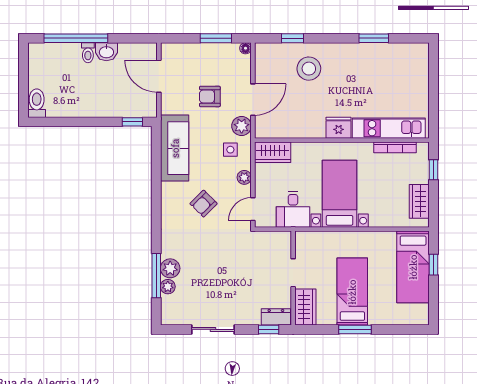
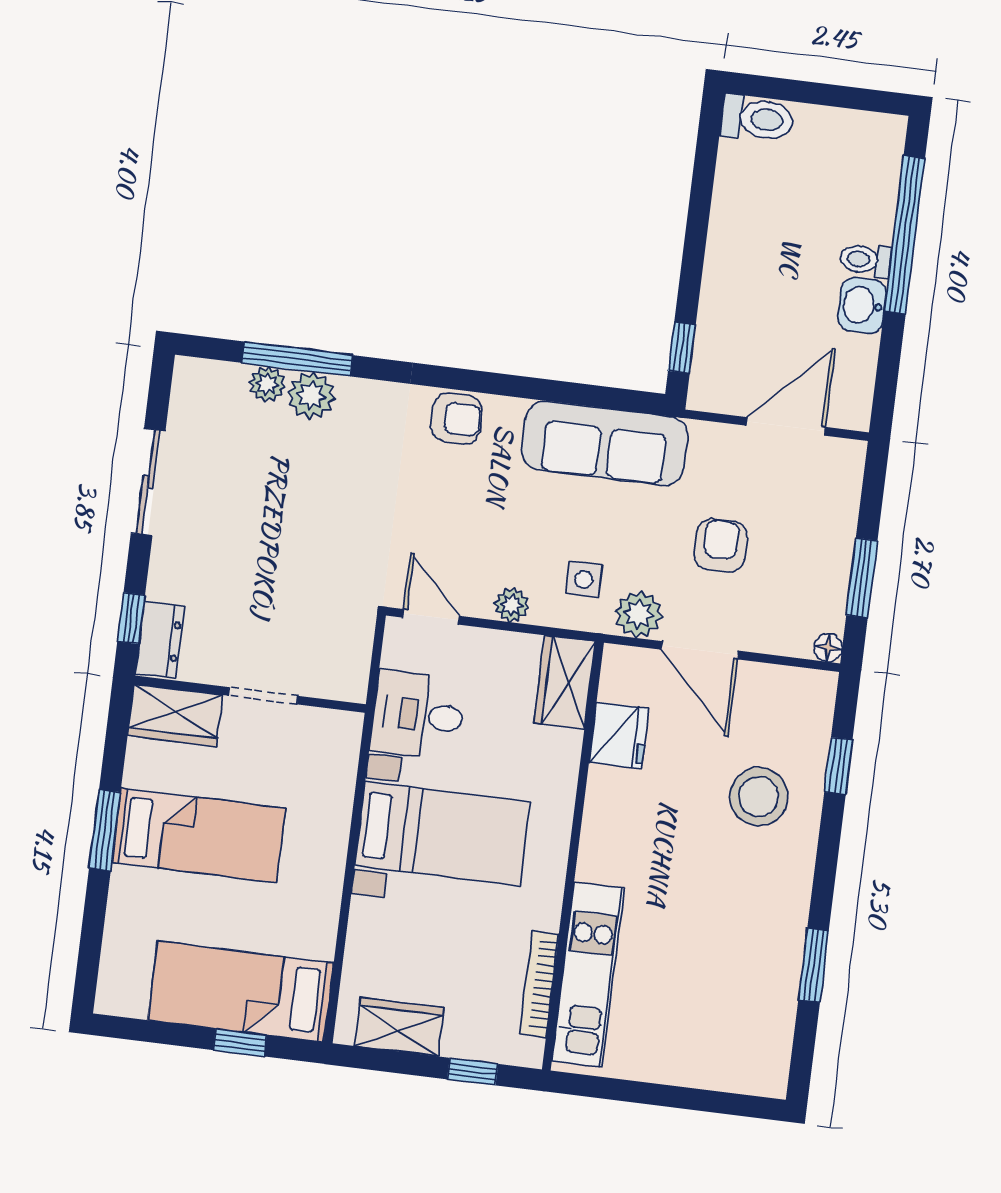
fridge: (339, 128) -> (619, 735), moved
armchair: (204, 204) -> (456, 419), moved, turned 135

